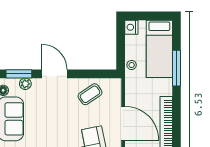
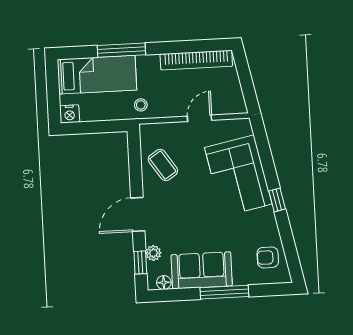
stool: (132, 65) -> (141, 105), moved
window: (19, 74) -> (140, 262), width x0.67
door: (123, 123) -> (199, 118), width x0.53

